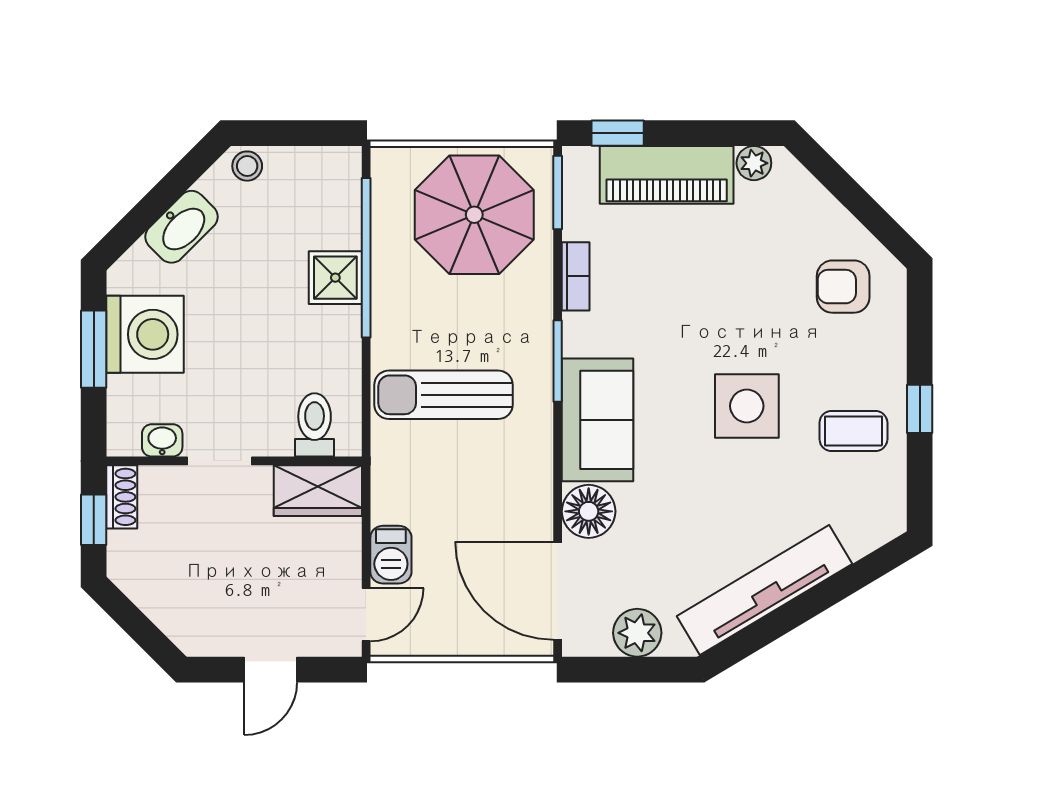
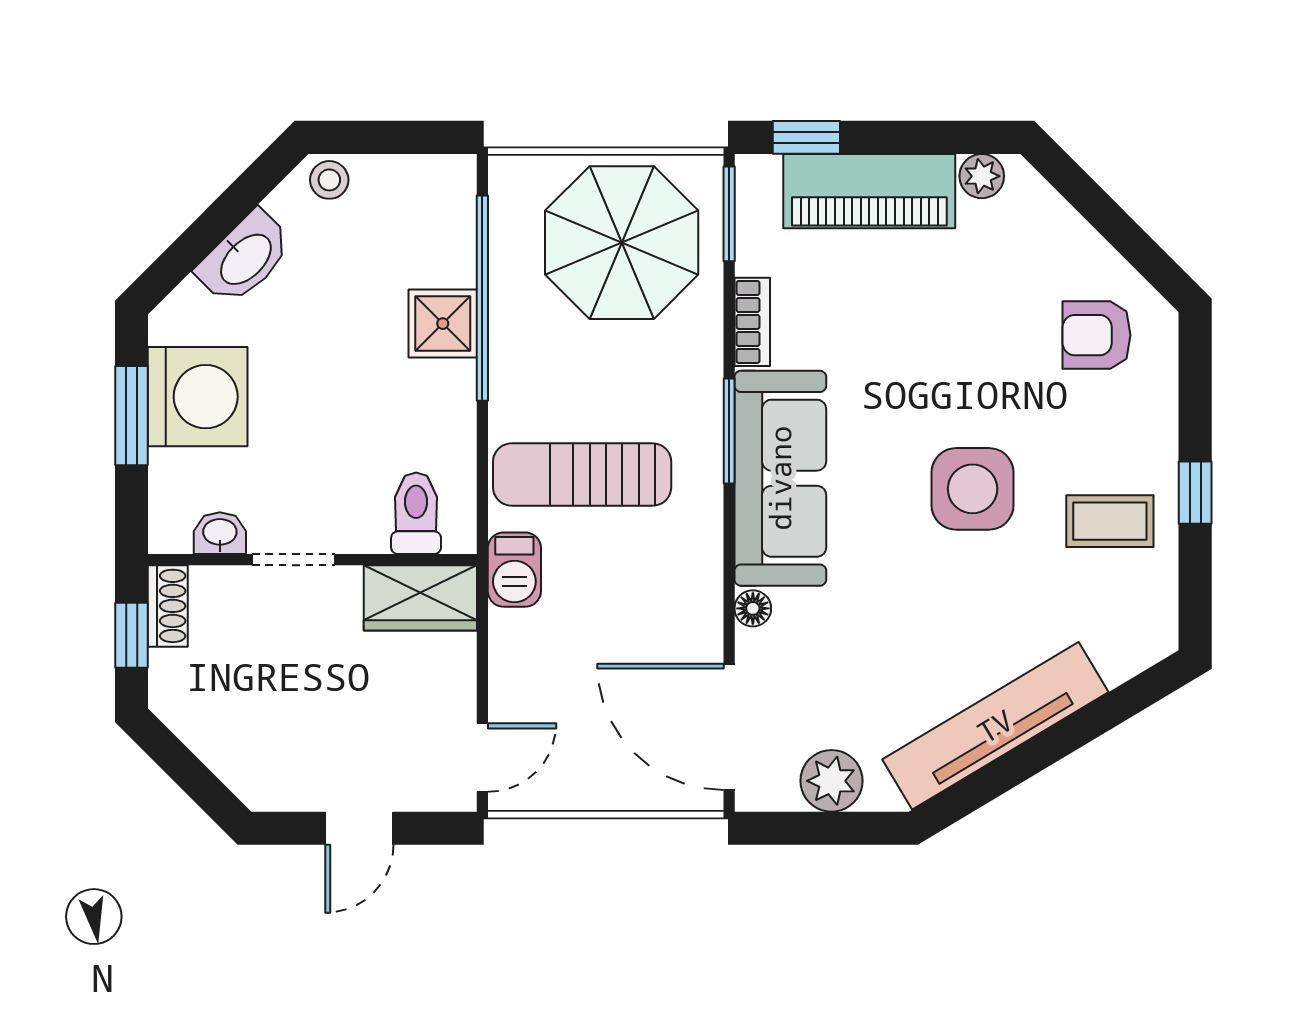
sofa: (598, 420) -> (780, 478), width x1.36
floor lamp: (589, 511) -> (753, 608), width x0.53, depth x0.53
barbecue: (391, 555) -> (514, 570), moved

